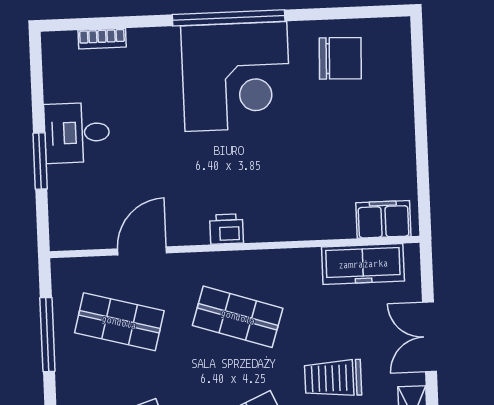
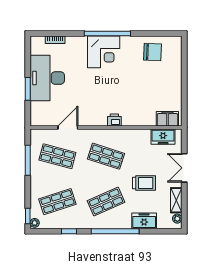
corner desk: (236, 77) -> (104, 52), width x0.74, depth x0.74
desk: (77, 133) -> (47, 78), width x1.87, depth x1.30
printer: (226, 229) -> (114, 120), moved
freezer: (363, 264) -> (163, 137), width x0.71
trolley: (333, 378) -> (144, 183), turned 180

